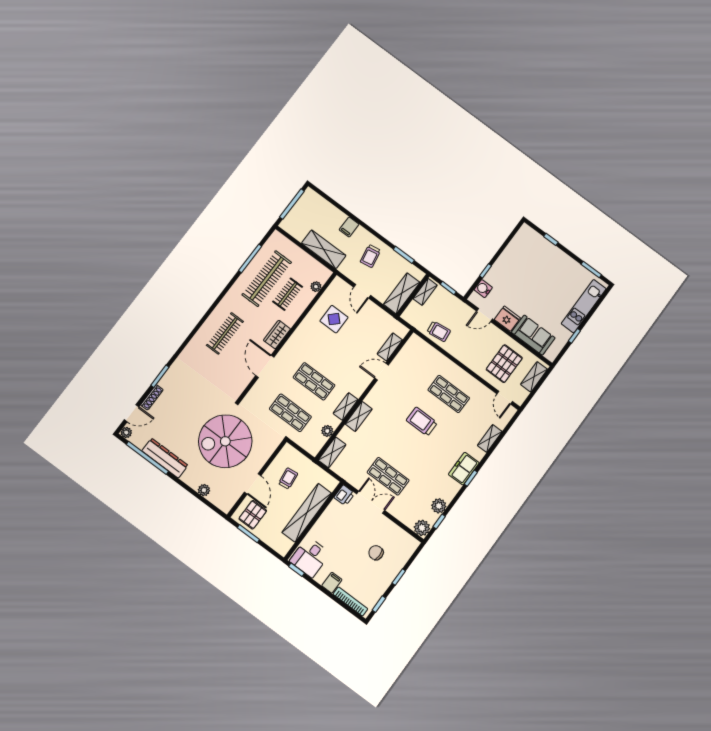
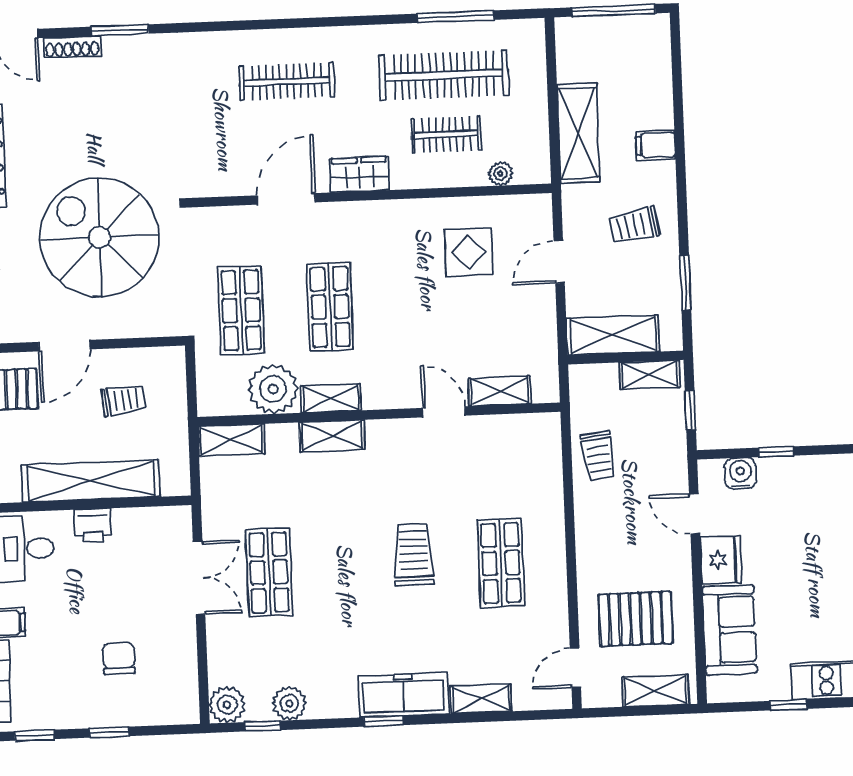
plant: (327, 431) -> (273, 389), width x1.87, depth x1.87
freezer: (464, 469) -> (403, 695), width x1.40
printer: (344, 495) -> (93, 526), moved

